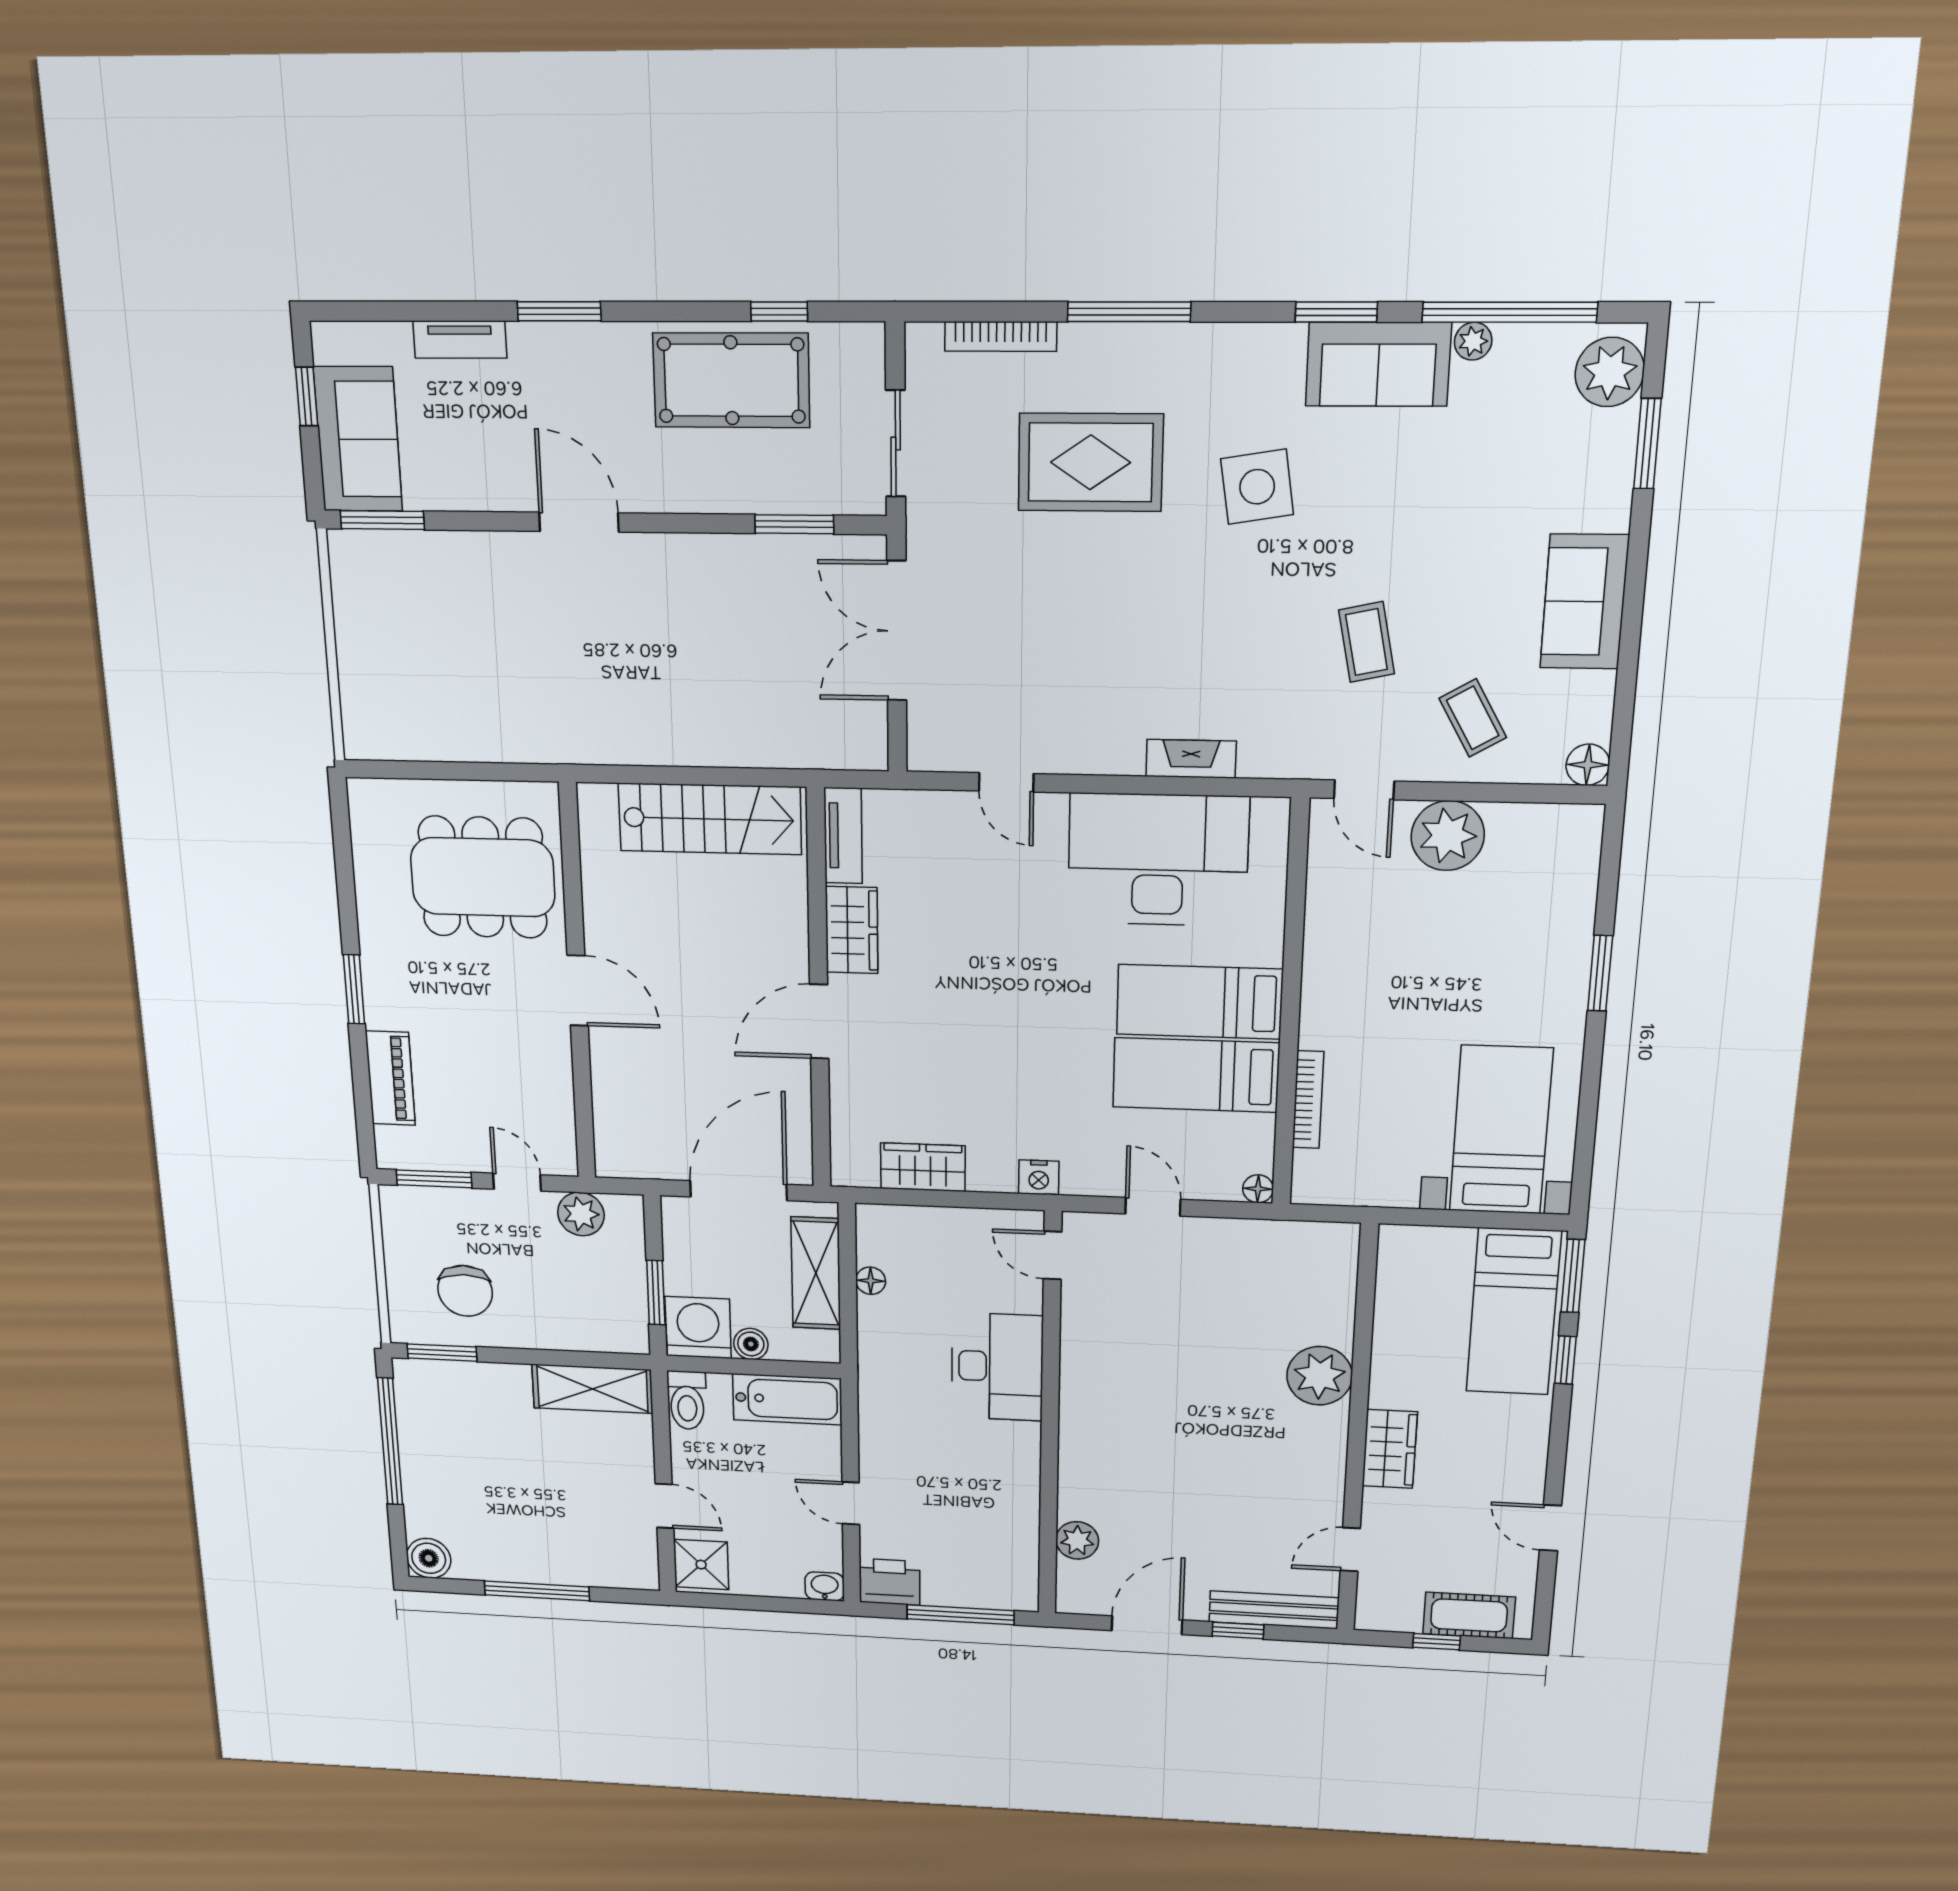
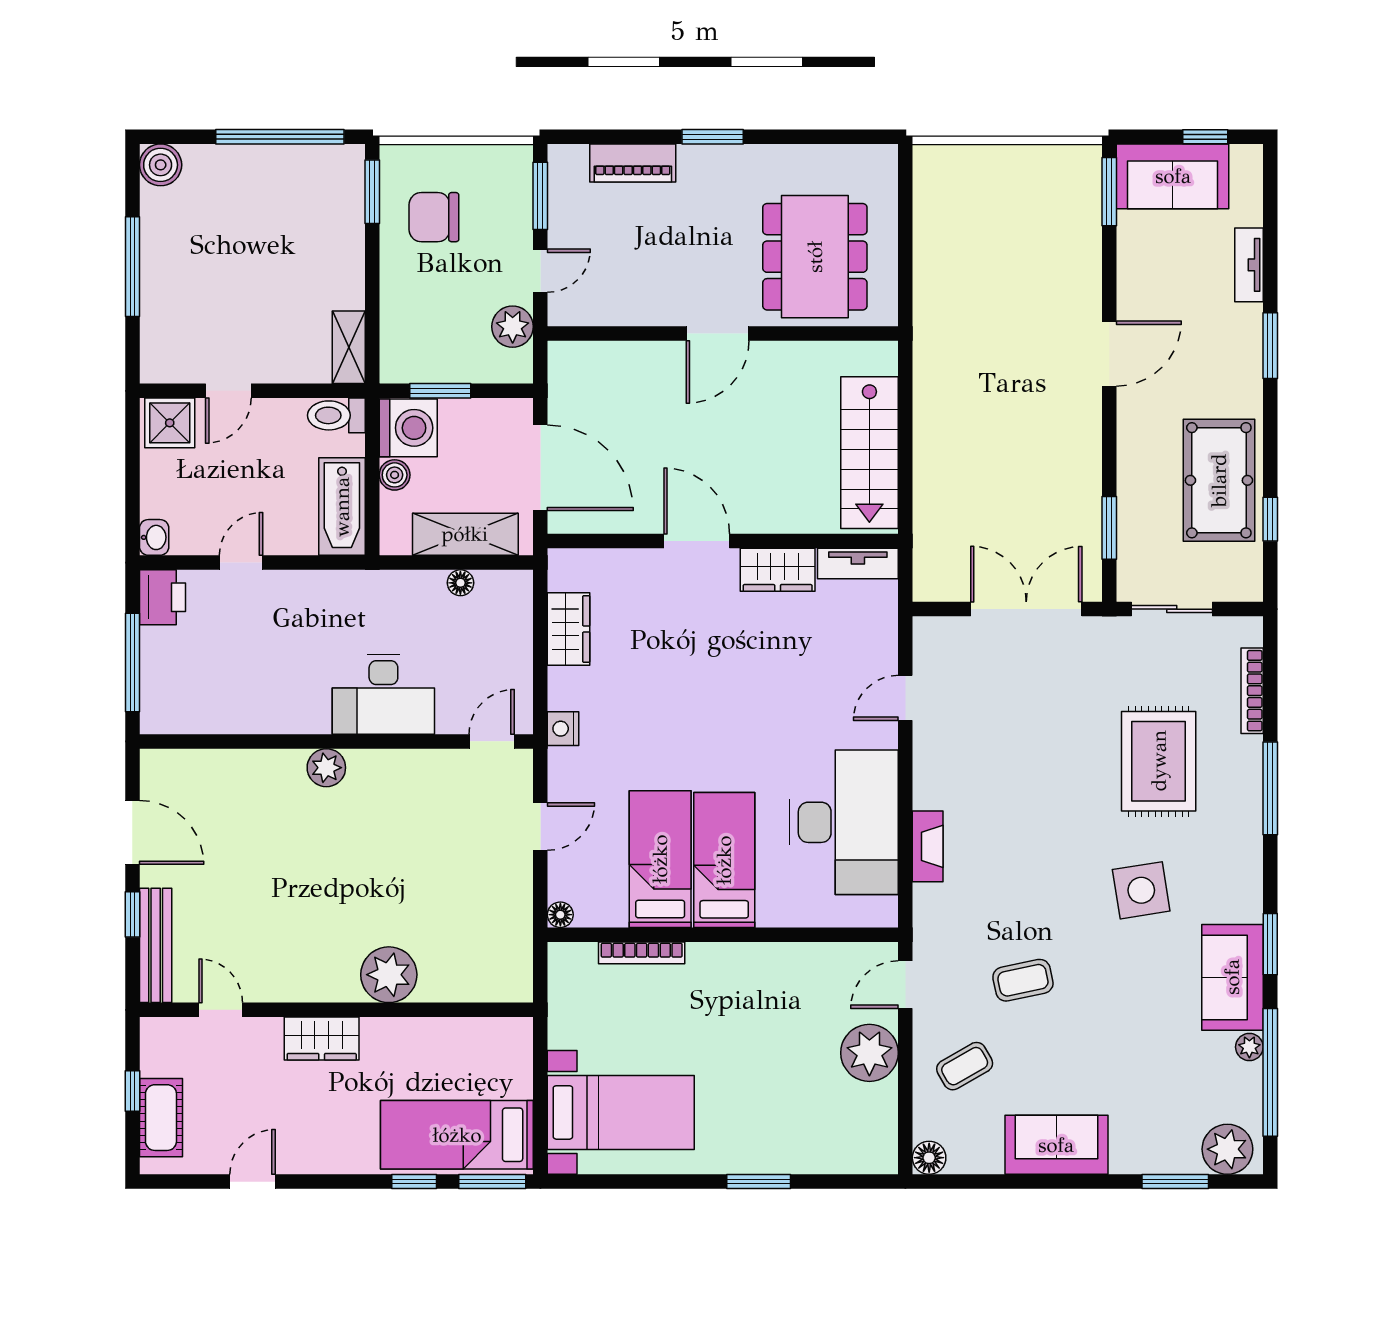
shelving: (592, 1389) -> (349, 347), width x0.67, depth x0.75
plant: (1077, 1540) -> (326, 768), moved

